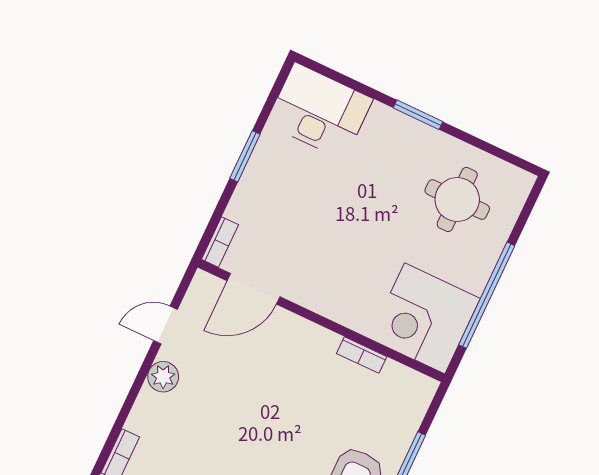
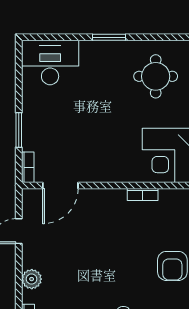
window: (245, 156) -> (19, 130), moved
plant: (163, 377) -> (32, 279), moved

